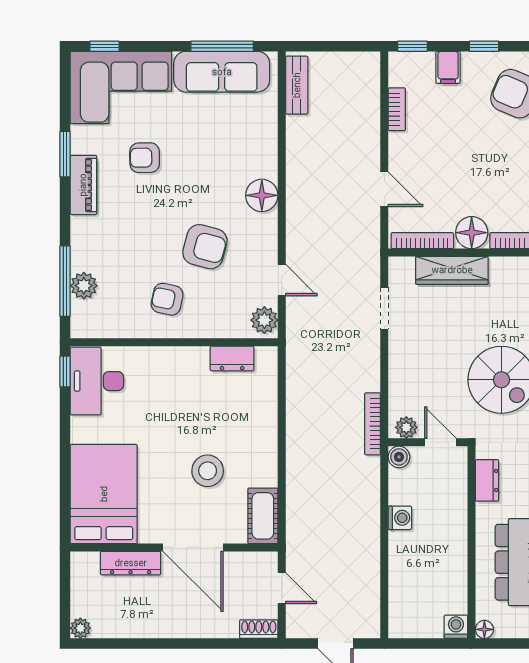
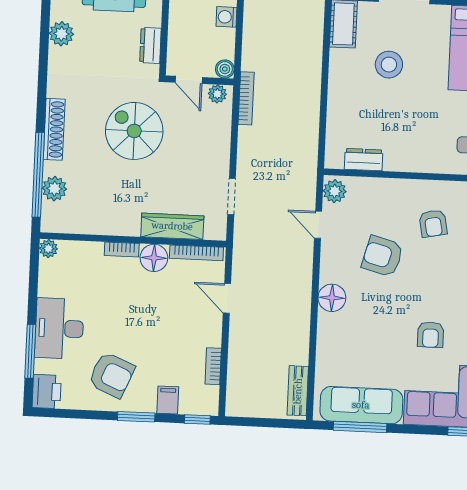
window: (484, 46) -> (136, 417), width x1.50
armchair: (145, 158) -> (431, 335), turned 91
armchair: (167, 299) -> (433, 223), moved, turned 67

